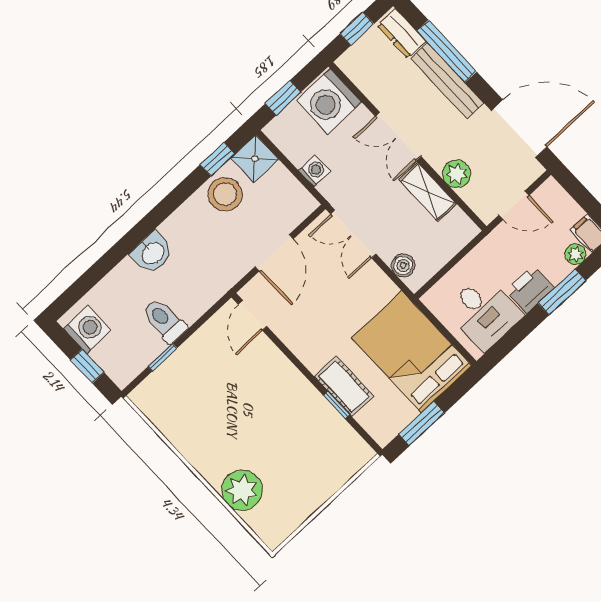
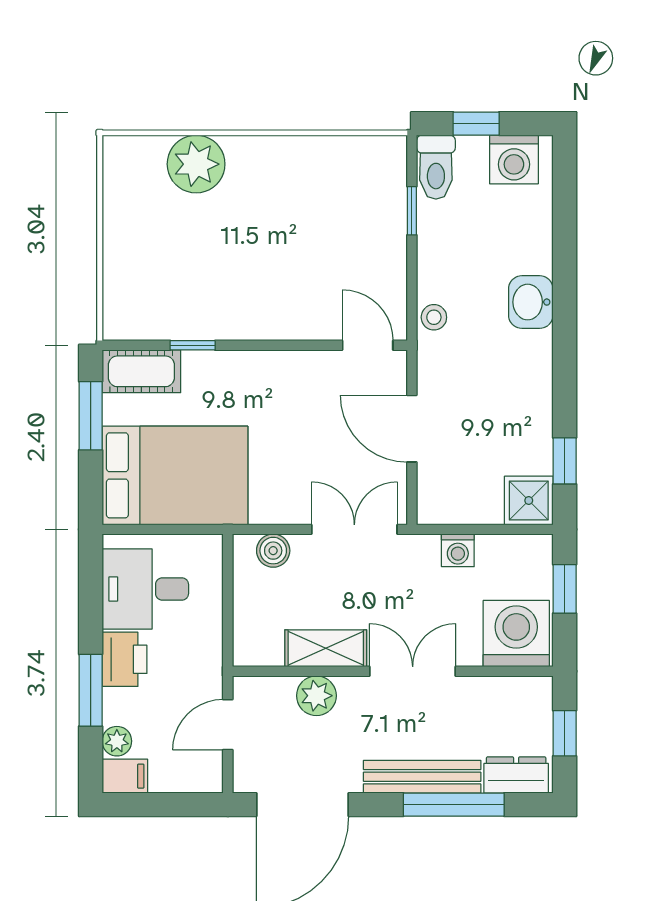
stool: (225, 194) -> (434, 317), moved, width x0.53, depth x0.53
toilet: (164, 321) -> (436, 167), moved, turned 90
cot: (344, 386) -> (141, 371), moved

